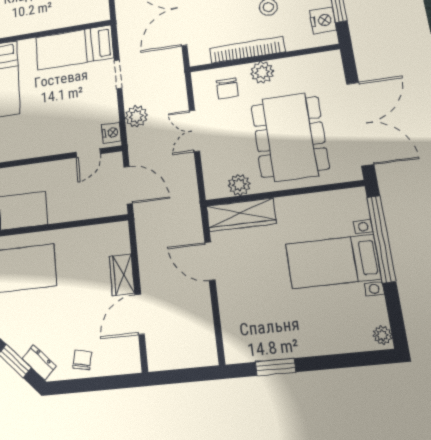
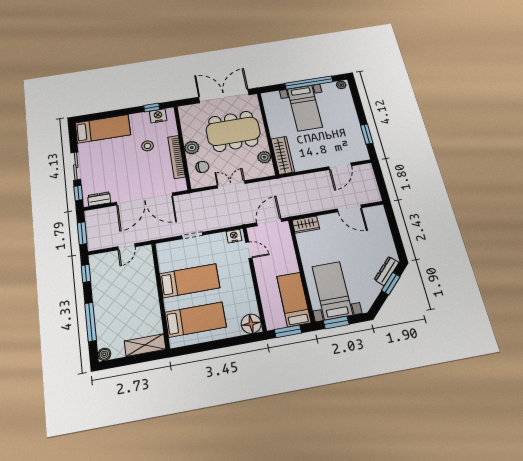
bed: (74, 48) -> (190, 281), moved, turned -90
plant: (136, 116) -> (222, 221), removed
double door: (194, 131) -> (231, 184), swing flipped
window: (381, 239) -> (309, 83), moved
door: (210, 261) -> (340, 166), moved
wardrobe: (122, 275) -> (306, 225), moved
chair: (82, 360) -> (382, 240), removed
dresser: (39, 362) -> (387, 271), width x1.44

